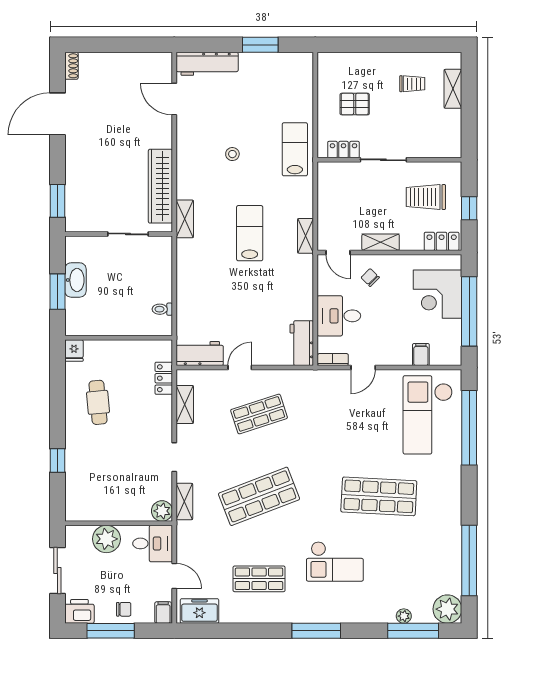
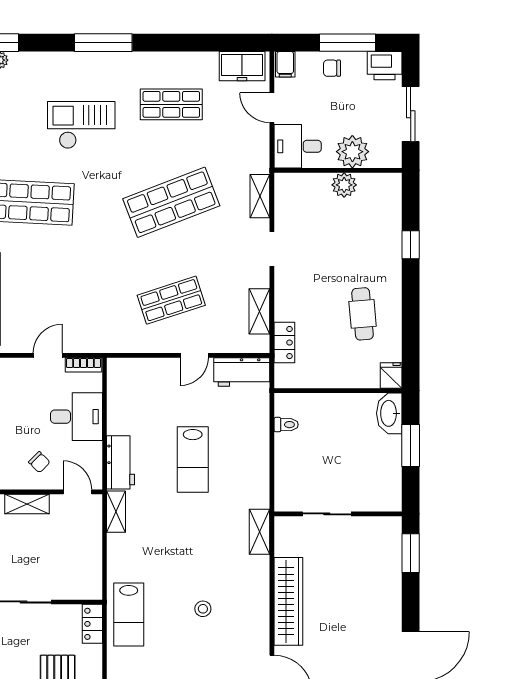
locker: (343, 150) -> (92, 624), moved, turned 90
wardrobe: (160, 186) -> (288, 601), moved
lab bench: (250, 233) -> (193, 460), moved
washbasin: (75, 280) -> (389, 413), moved
workbench: (302, 343) -> (121, 462), moved
plant: (162, 511) -> (344, 185), moved

